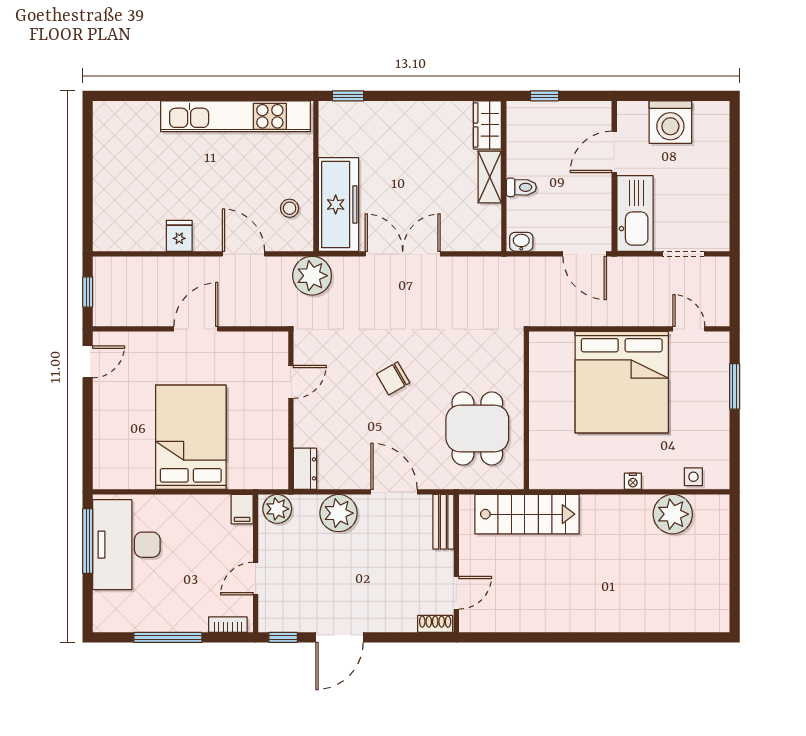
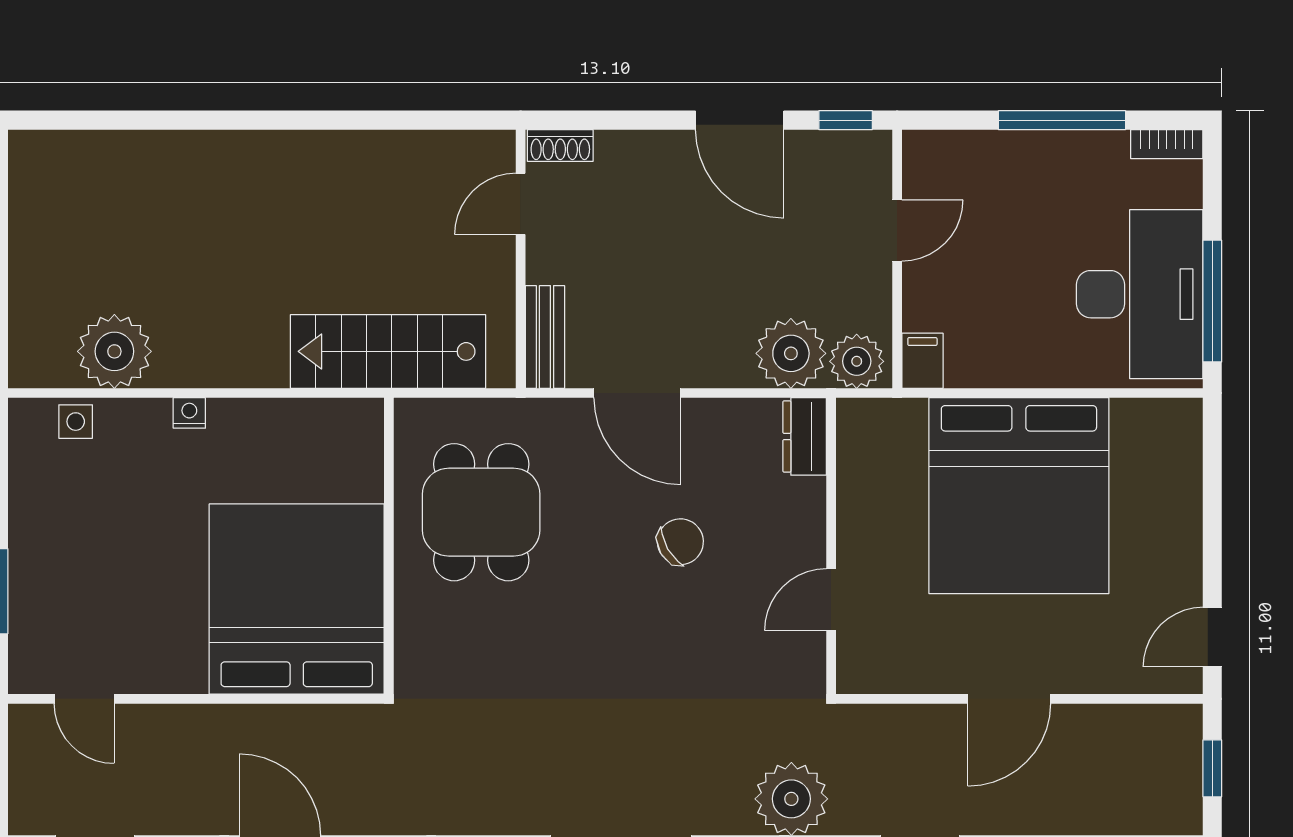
chair: (393, 378) -> (680, 542), moved
bed: (622, 382) -> (297, 599), moved
bed: (191, 437) -> (1019, 496), width x1.36
plant: (339, 513) -> (791, 353), moved
bookcase: (228, 625) -> (1167, 144), moved
door: (340, 637) -> (740, 120), swing flipped

